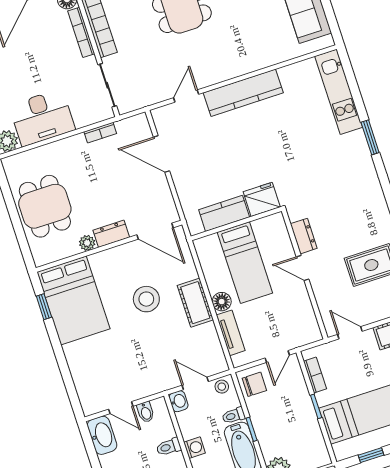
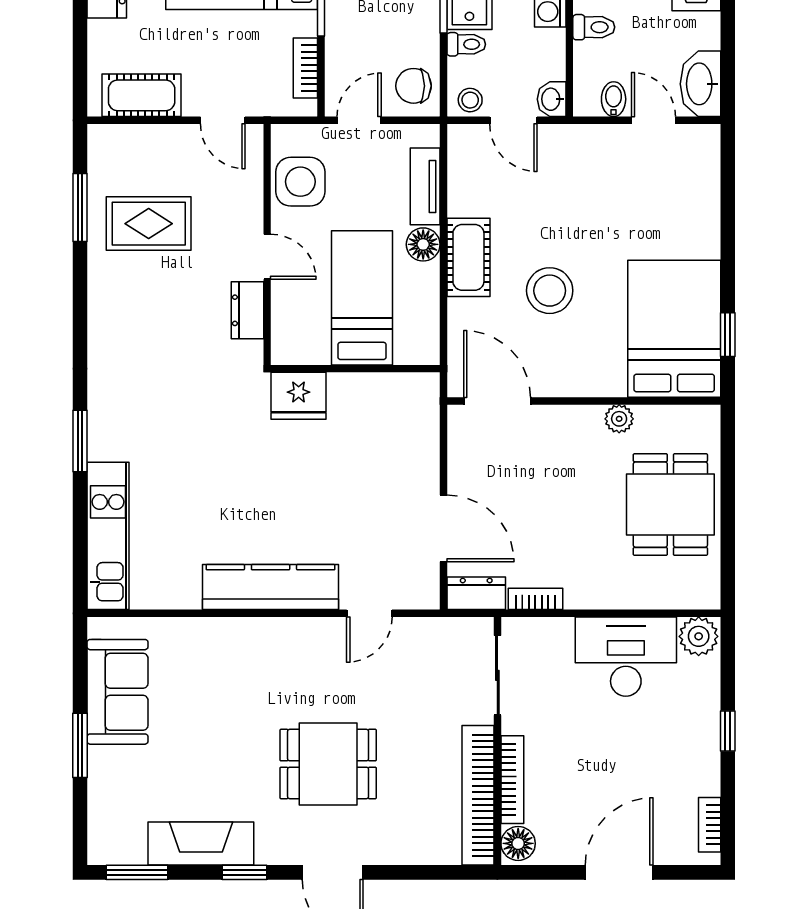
kitchen counter: (224, 213) -> (370, 393), removed
dresser: (111, 234) -> (476, 593), moved, turned 180
side table: (298, 314) -> (300, 182), added

